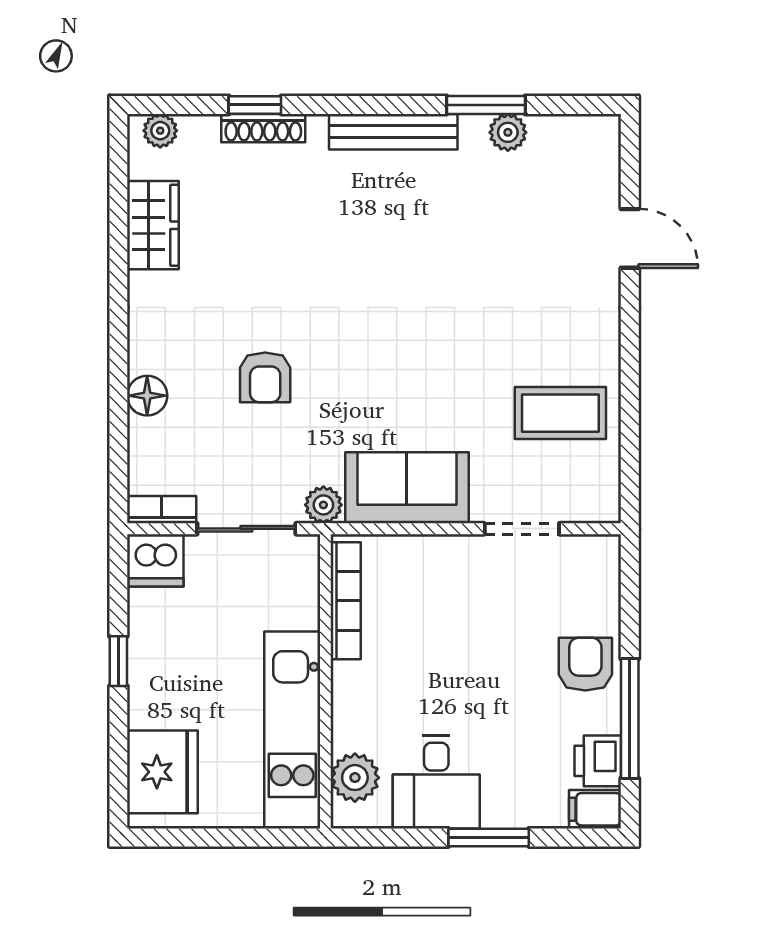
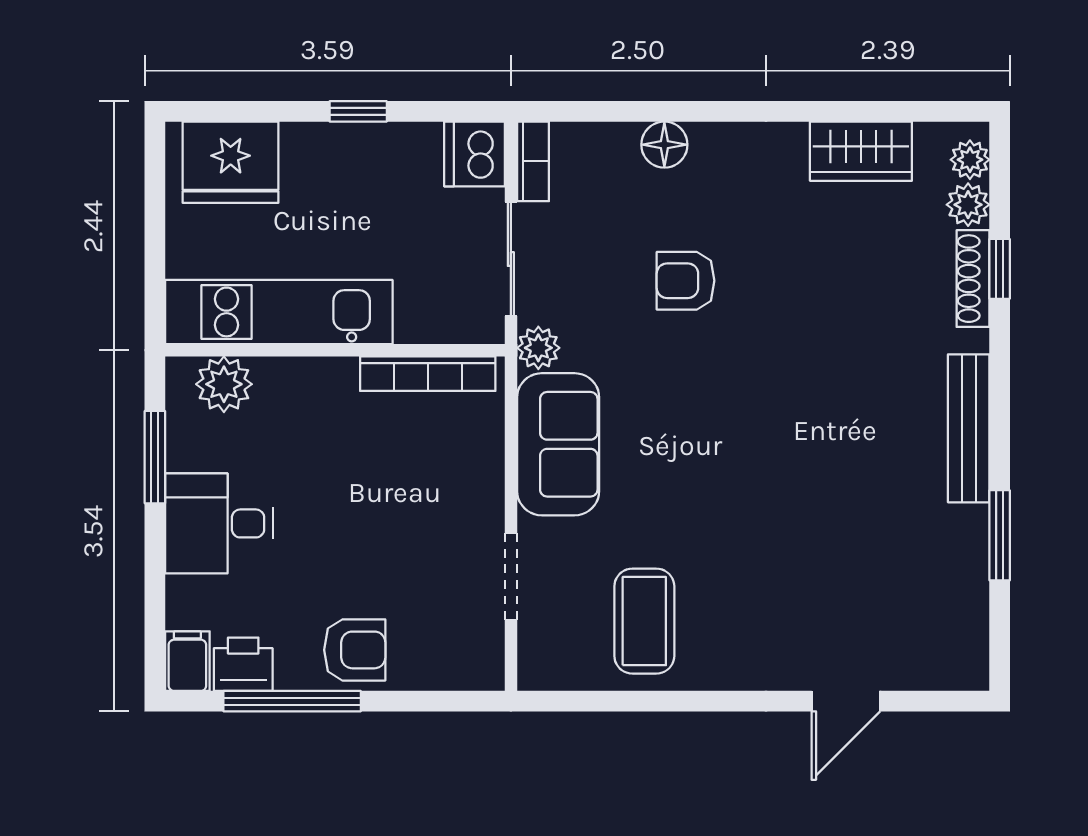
plant: (508, 132) -> (968, 205), moved
desk: (436, 782) -> (219, 523), moved
window: (489, 837) -> (155, 457), moved

